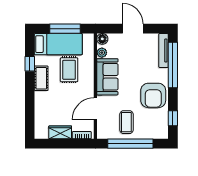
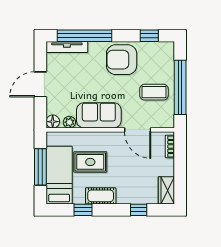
armchair: (153, 95) -> (122, 60), turned 180
window: (30, 109) -> (139, 210), added
wardrobe: (60, 132) -> (166, 190), moved

